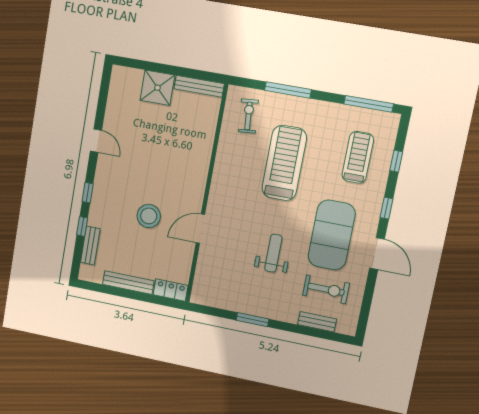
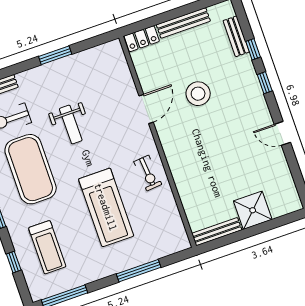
exercise bike: (248, 116) -> (148, 173), moved

